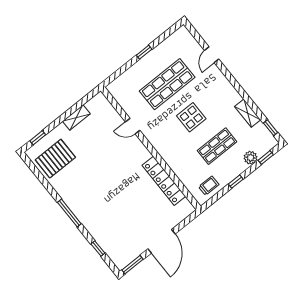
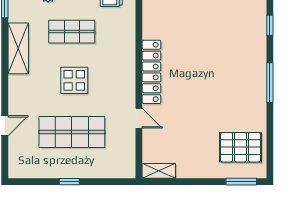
shelving: (248, 113) -> (18, 48), width x1.50, depth x1.33
shelving: (76, 118) -> (159, 171), moved
window: (38, 138) -> (241, 182), width x1.50
locker: (164, 181) -> (151, 72), moved

